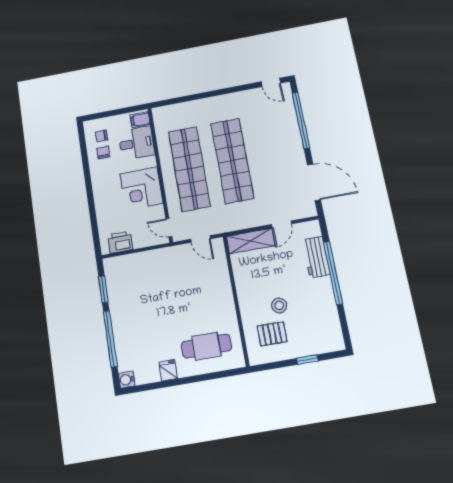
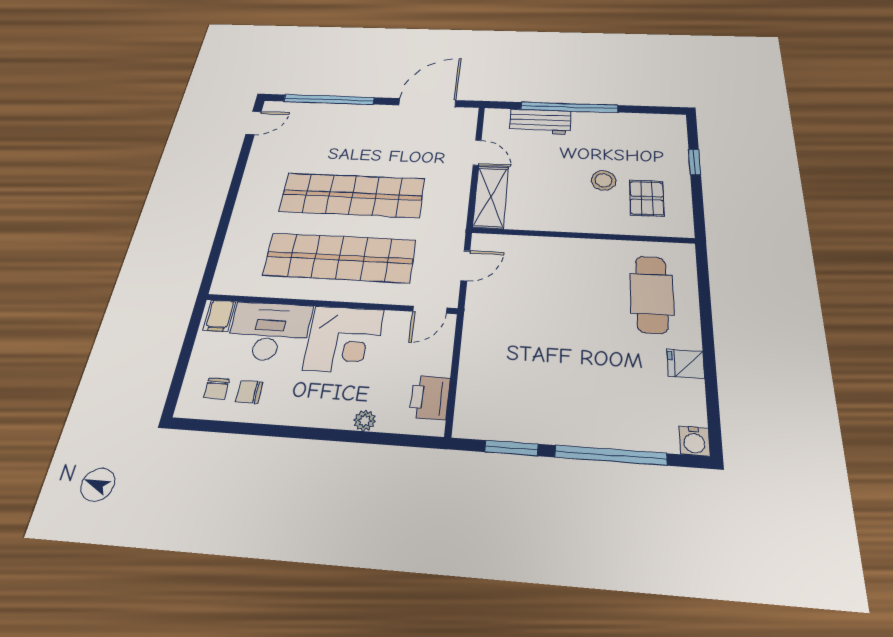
desk: (136, 143) -> (269, 331), width x1.37
plant: (101, 214) -> (365, 421), added

